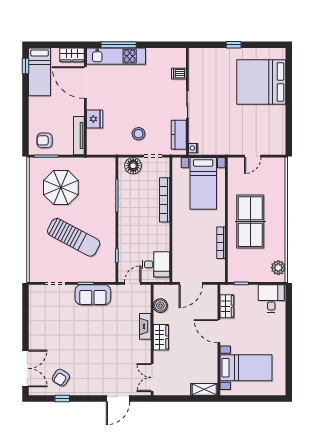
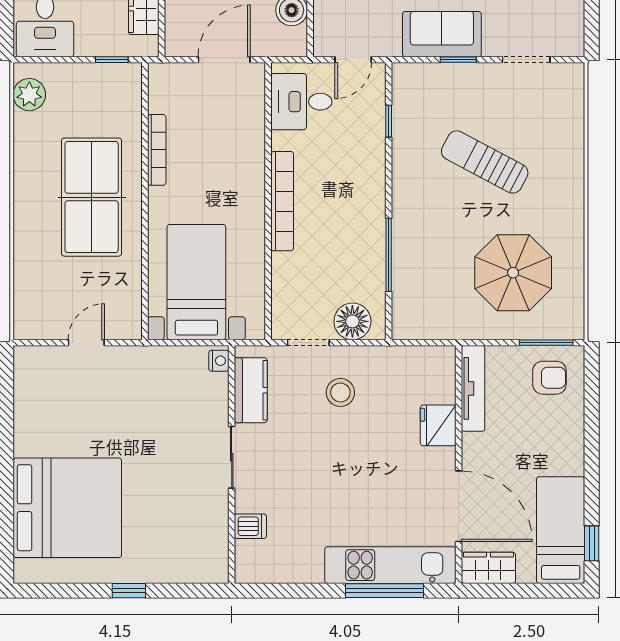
bookcase: (165, 200) -> (282, 201), moved
sun lounger: (74, 237) -> (485, 162), width x0.73, depth x0.75

